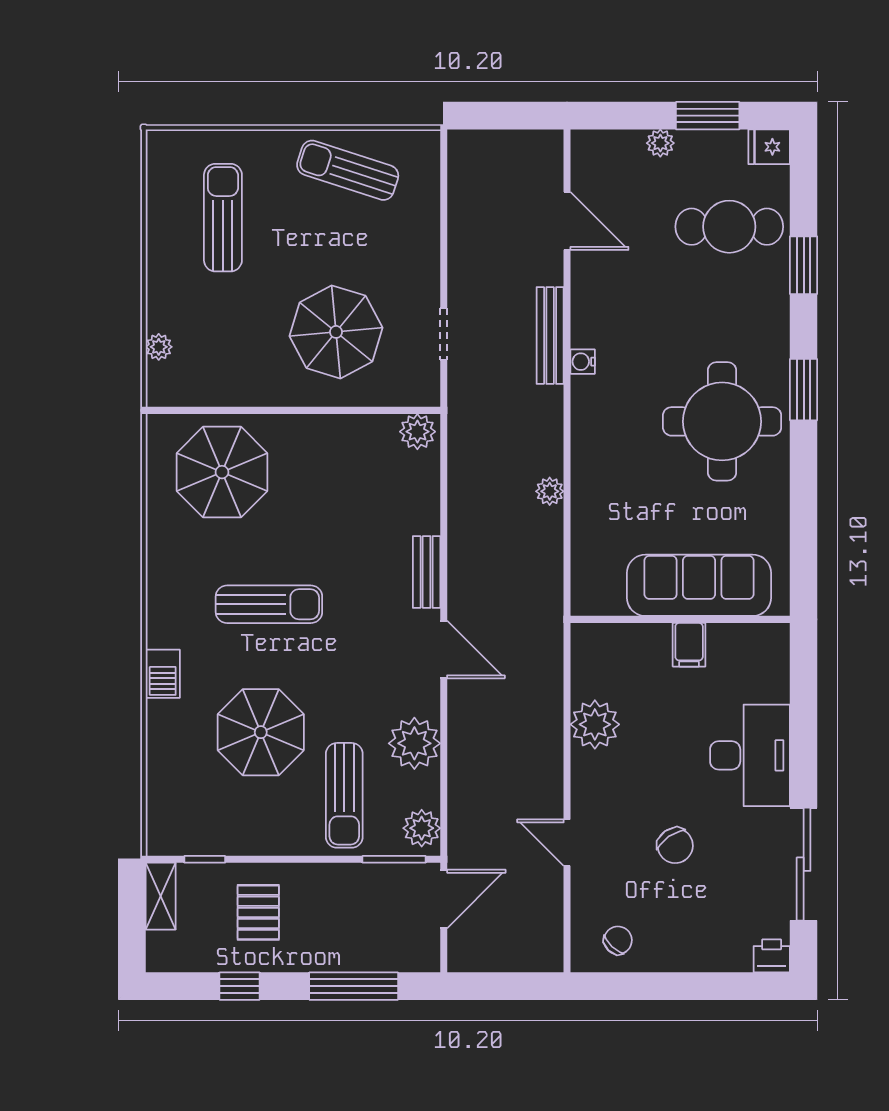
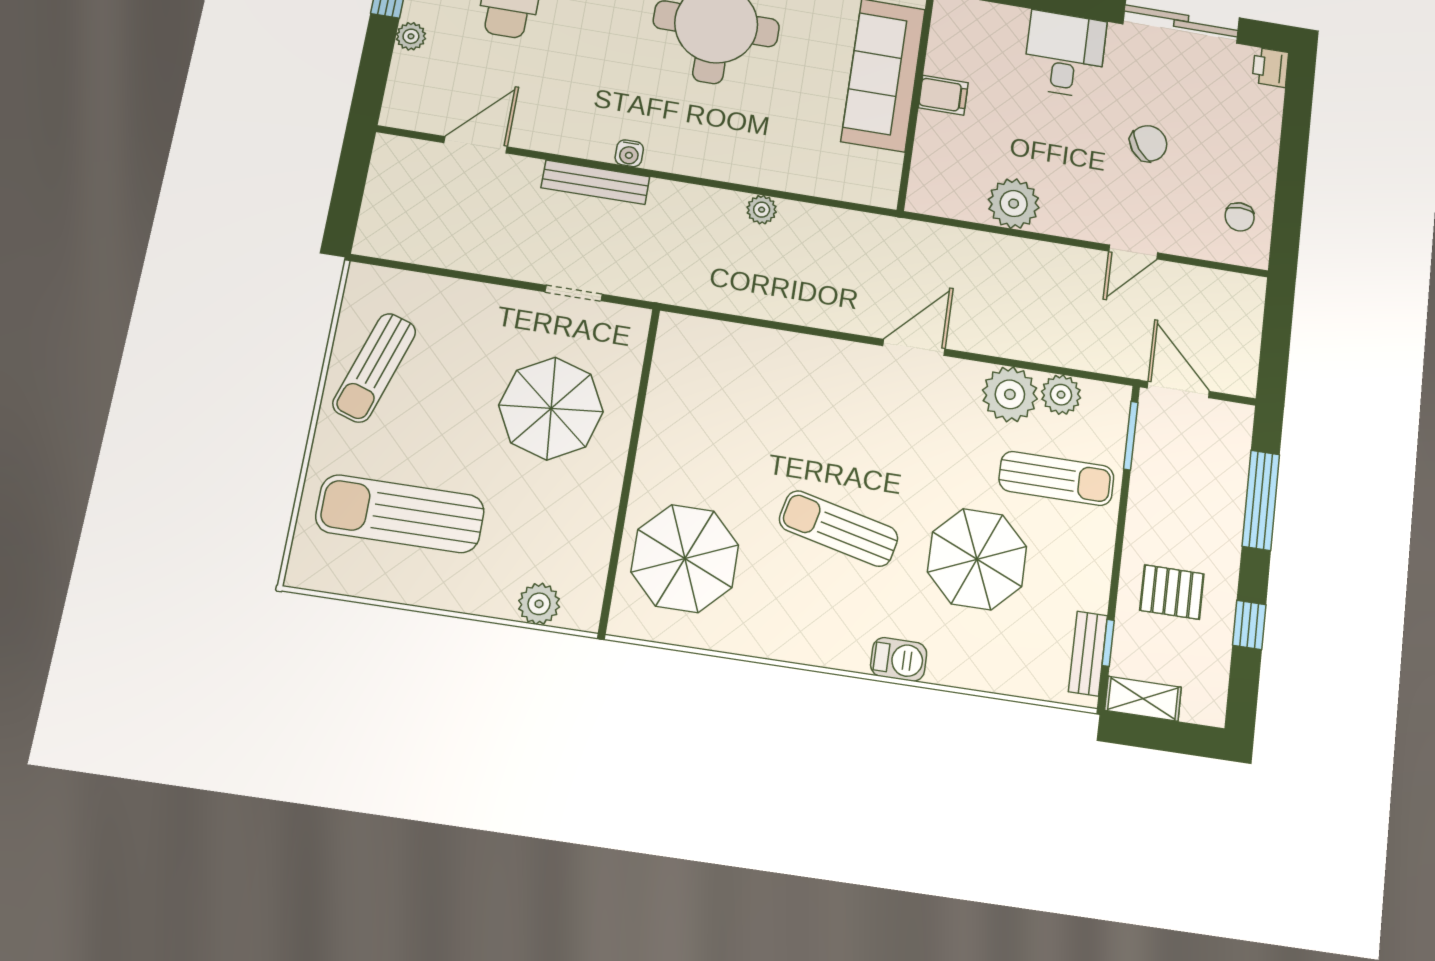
sun lounger: (223, 218) -> (400, 514), width x1.36, depth x1.34
plant: (159, 347) -> (539, 604), width x1.38, depth x1.38
plant: (417, 432) -> (675, 338), removed
bench: (427, 572) -> (1088, 654), moved, turned 90
sun lounger: (269, 604) -> (839, 529), turned -77
desk: (750, 755) -> (1065, 54), width x0.73
plant: (422, 828) -> (1061, 395), moved
chair: (618, 940) -> (1240, 217), turned -134

